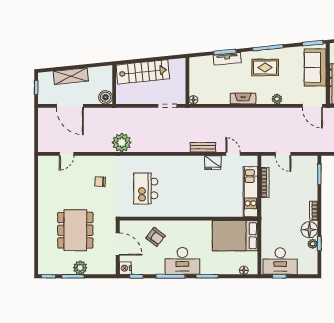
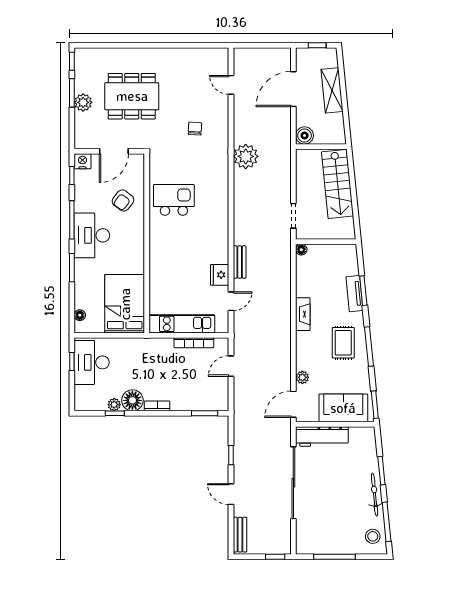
plant: (277, 99) -> (302, 377), moved
kitchen island: (146, 188) -> (174, 200), moved

